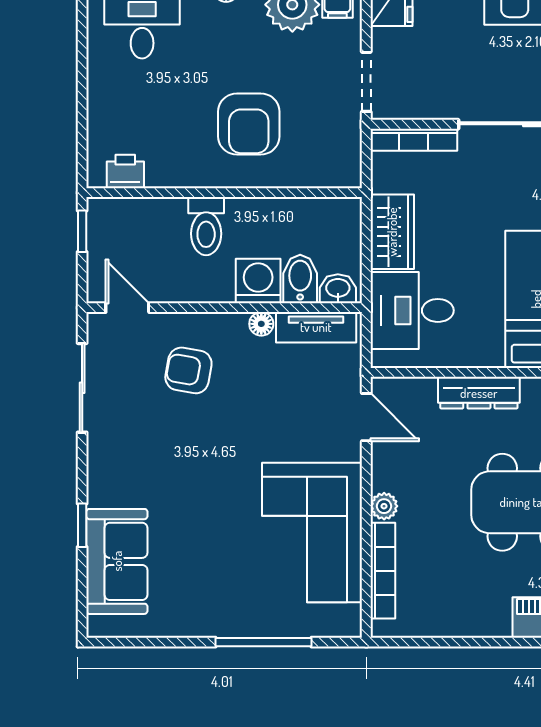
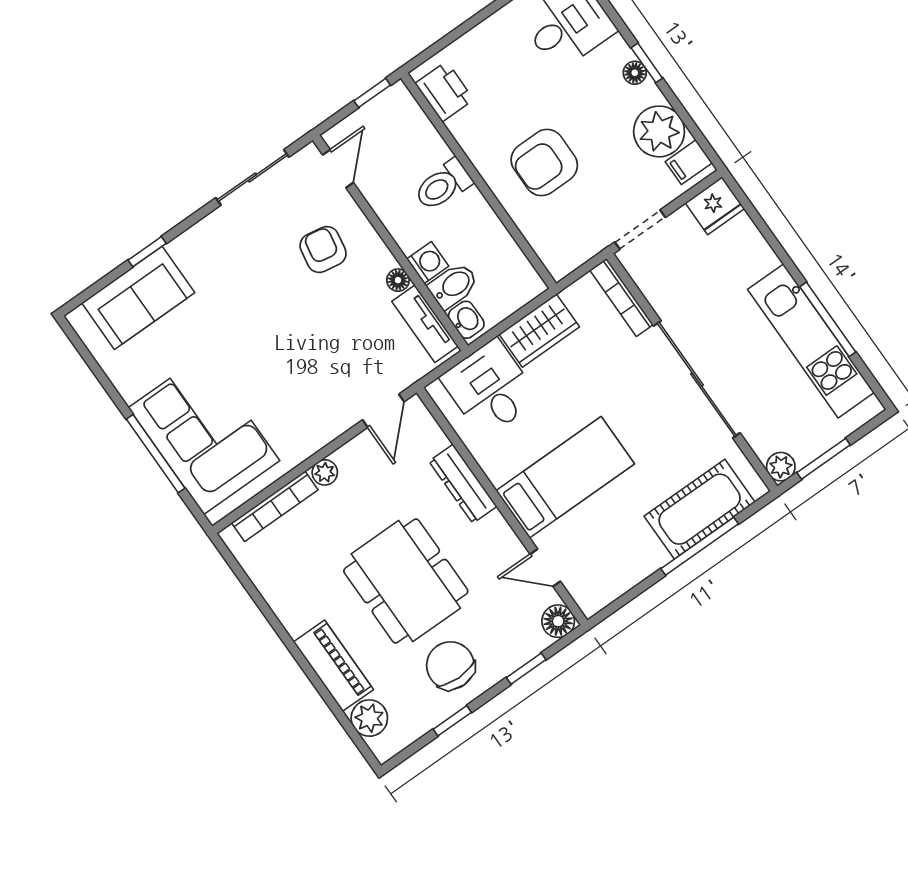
printer: (125, 171) -> (444, 91), width x1.36, depth x1.24
washing machine: (258, 281) -> (428, 263), width x0.73, depth x0.73
corner sofa: (312, 533) -> (204, 434), moved, turned 90

